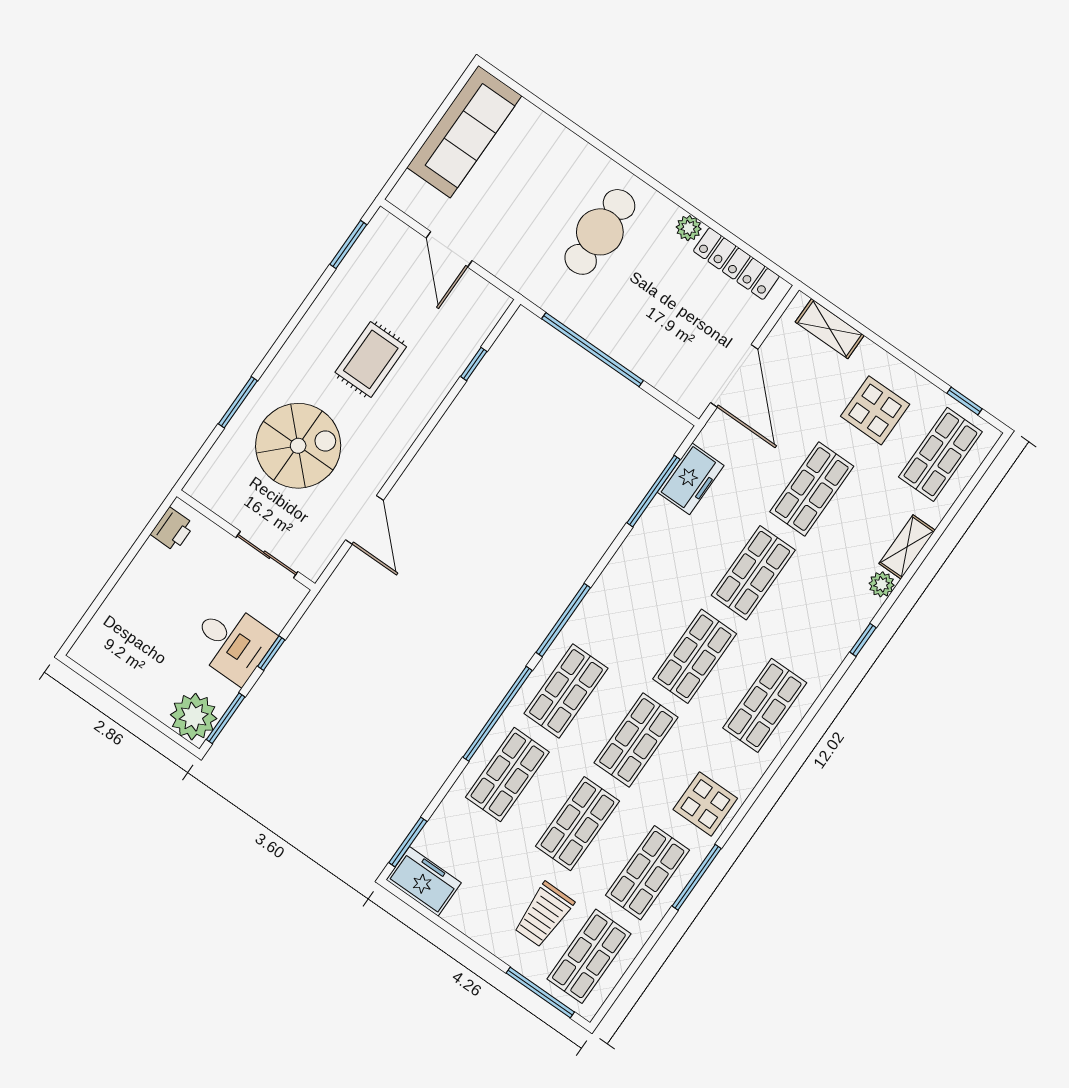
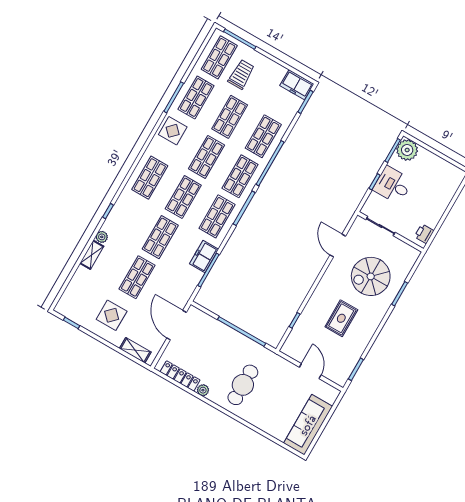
shop shelf: (940, 454) -> (217, 216), moved
freezer: (691, 479) -> (204, 257), moved

